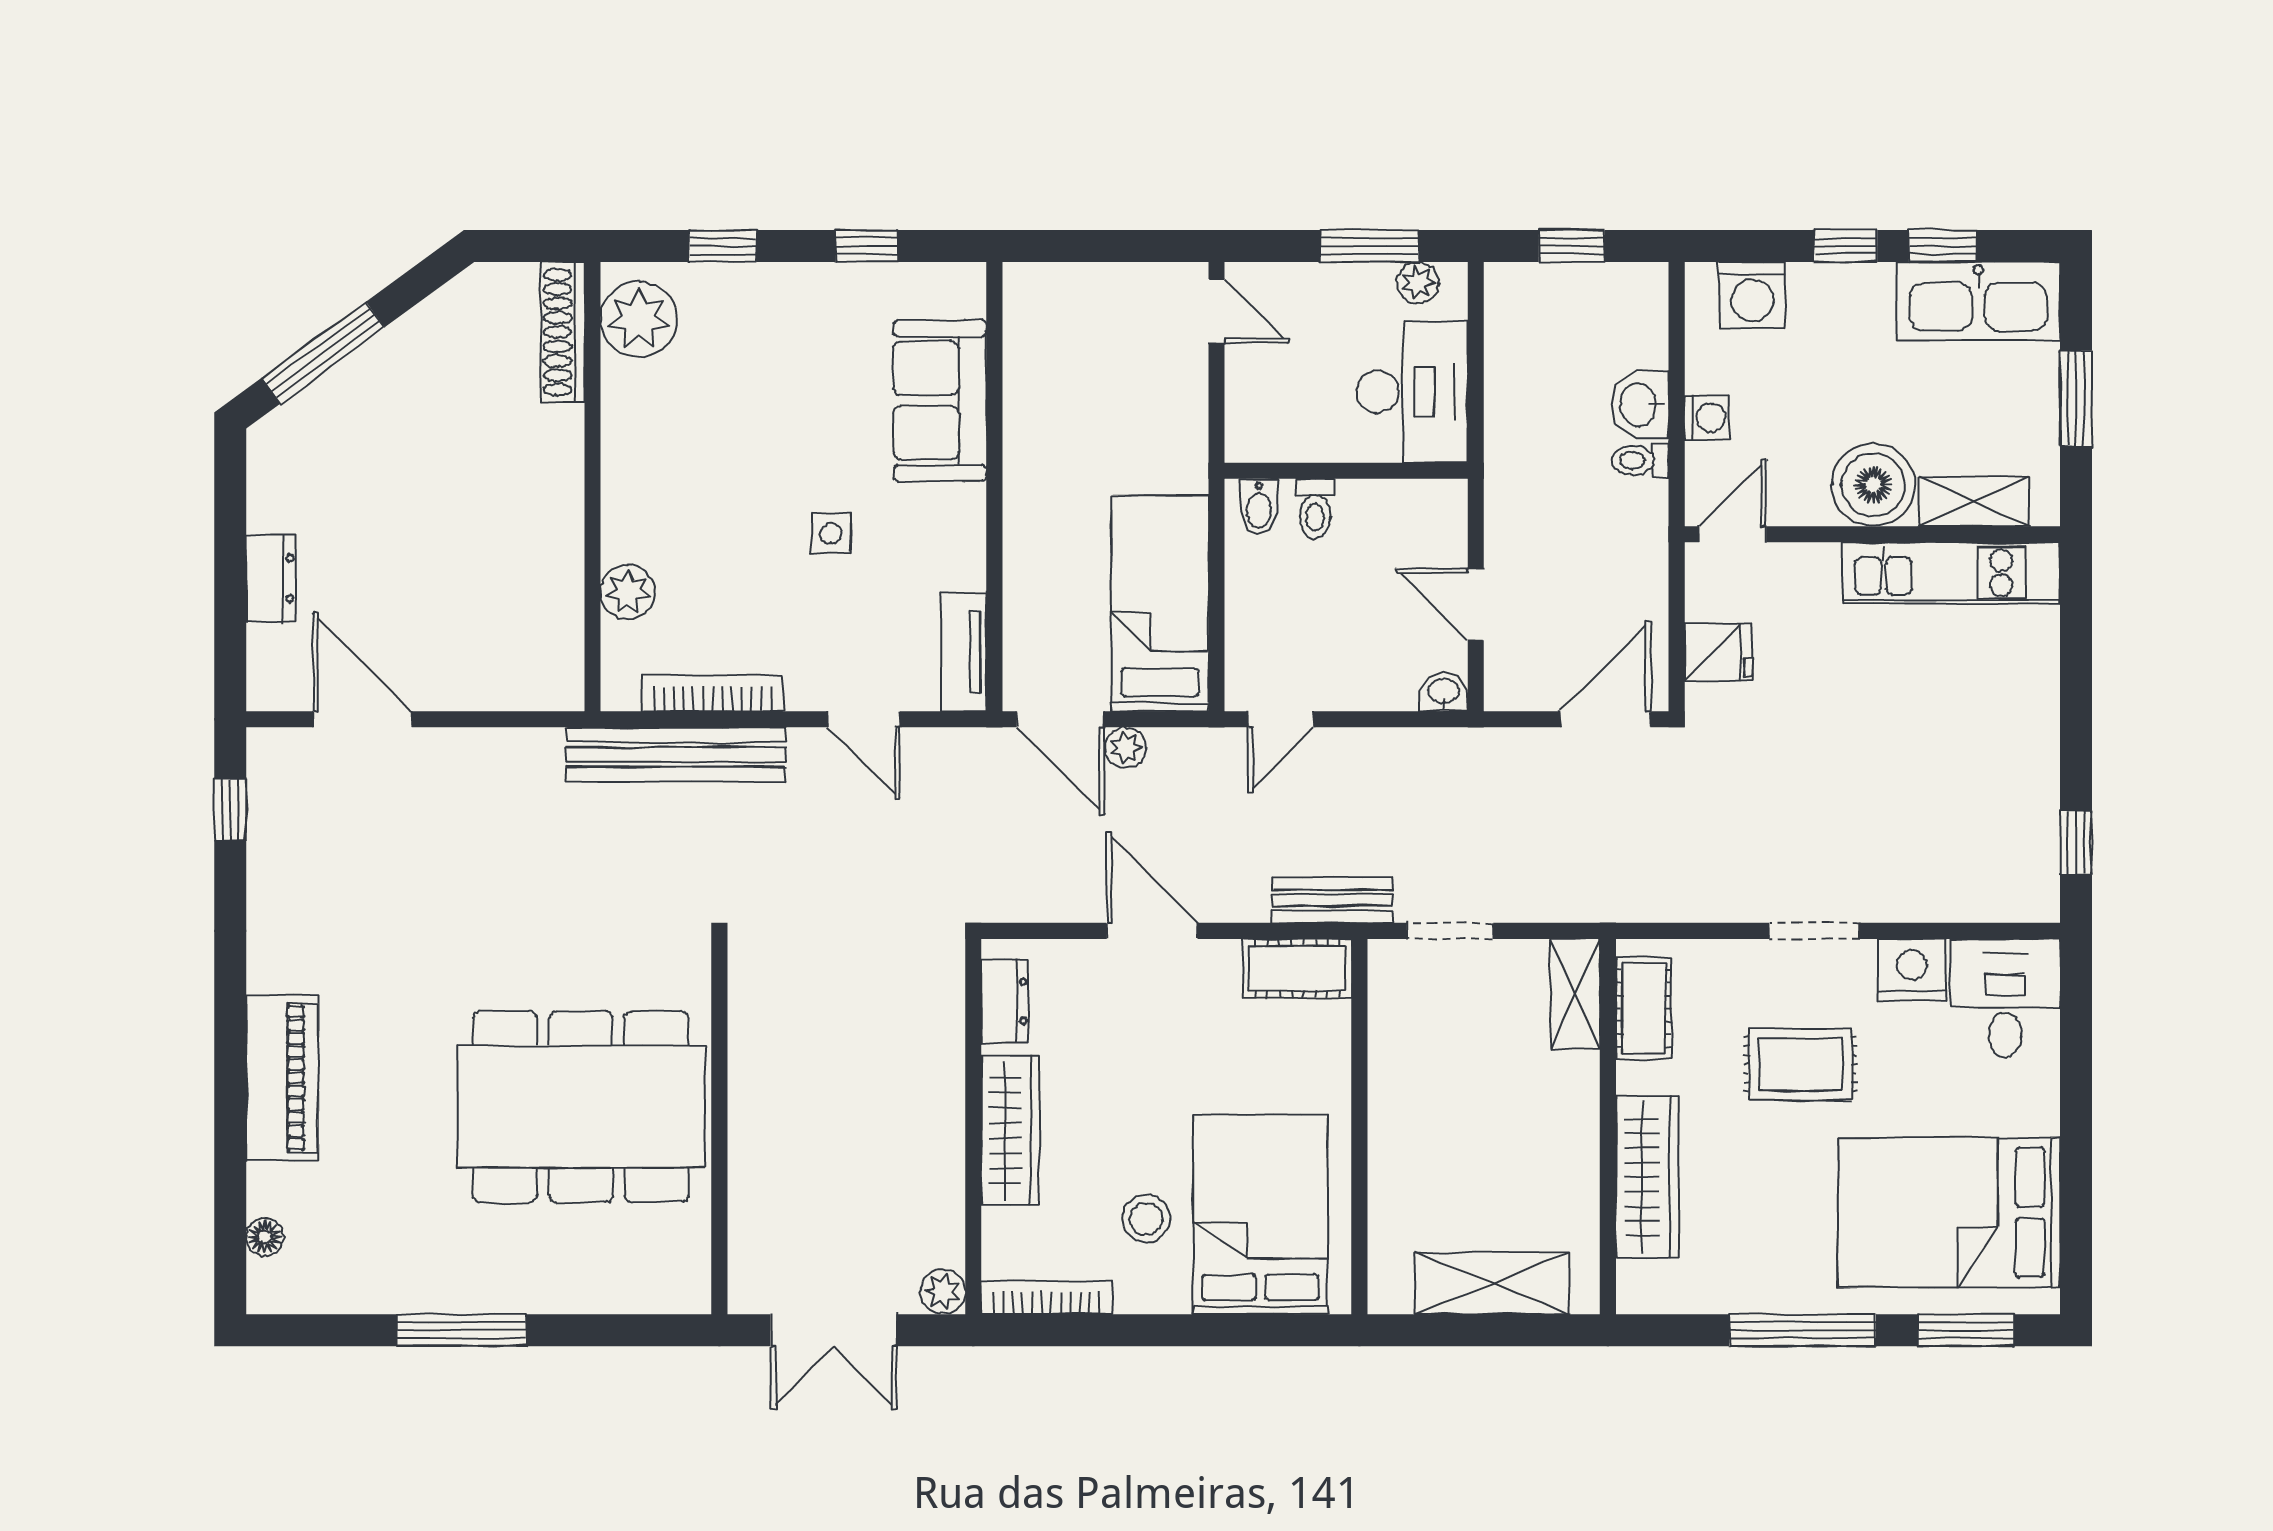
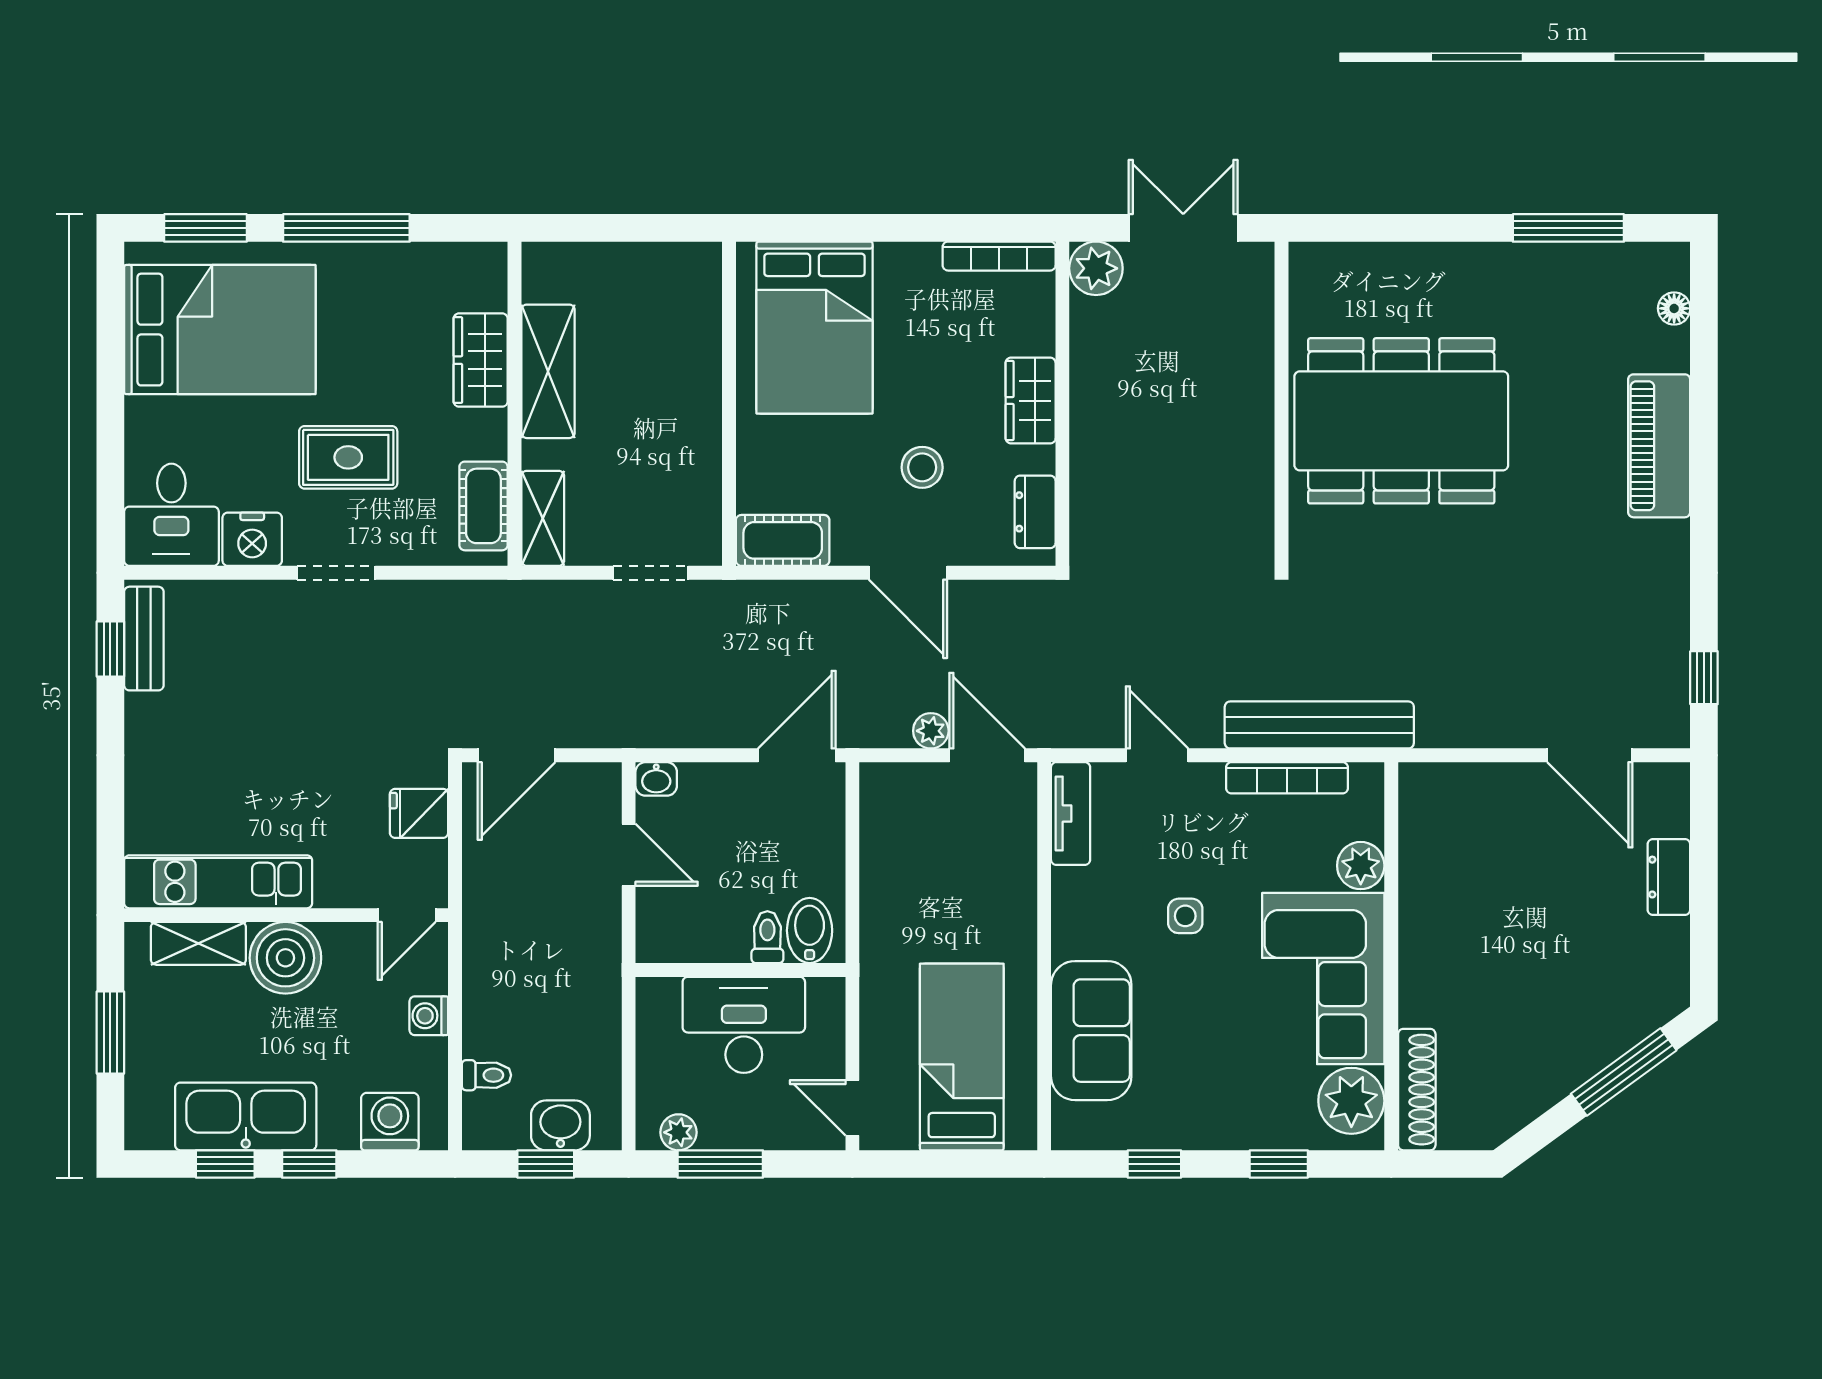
kitchen sink: (1978, 301) -> (246, 1116), moved
desk: (1412, 392) -> (744, 1025), moved, turned 90
washbasin: (1640, 405) -> (560, 1125), moved, turned -90
toilet: (1640, 460) -> (487, 1075), moved
corner sofa: (671, 461) -> (1323, 979), added
bidet: (1259, 506) -> (810, 930), width x1.38, depth x1.36
bed: (1160, 603) -> (962, 1057), moved, turned 180
door: (1281, 719) -> (797, 755), width x1.38
bench: (1332, 900) -> (144, 639), moved, turned 90
wardrobe: (1010, 1130) -> (1031, 401), width x0.67
wardrobe: (1647, 1177) -> (481, 360), width x0.67
stool: (1146, 1219) -> (922, 467), moved
shelving: (1492, 1283) -> (548, 371), moved, turned 90
plant: (943, 1292) -> (1096, 268), width x1.38, depth x1.38
window: (461, 1330) -> (1568, 228), moved

